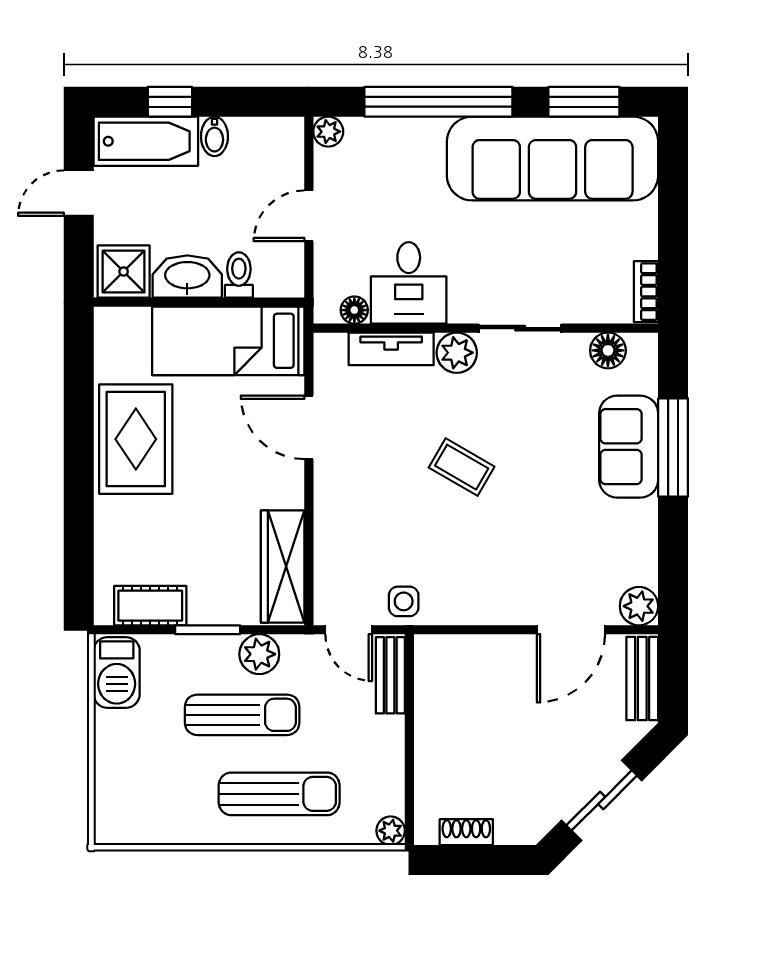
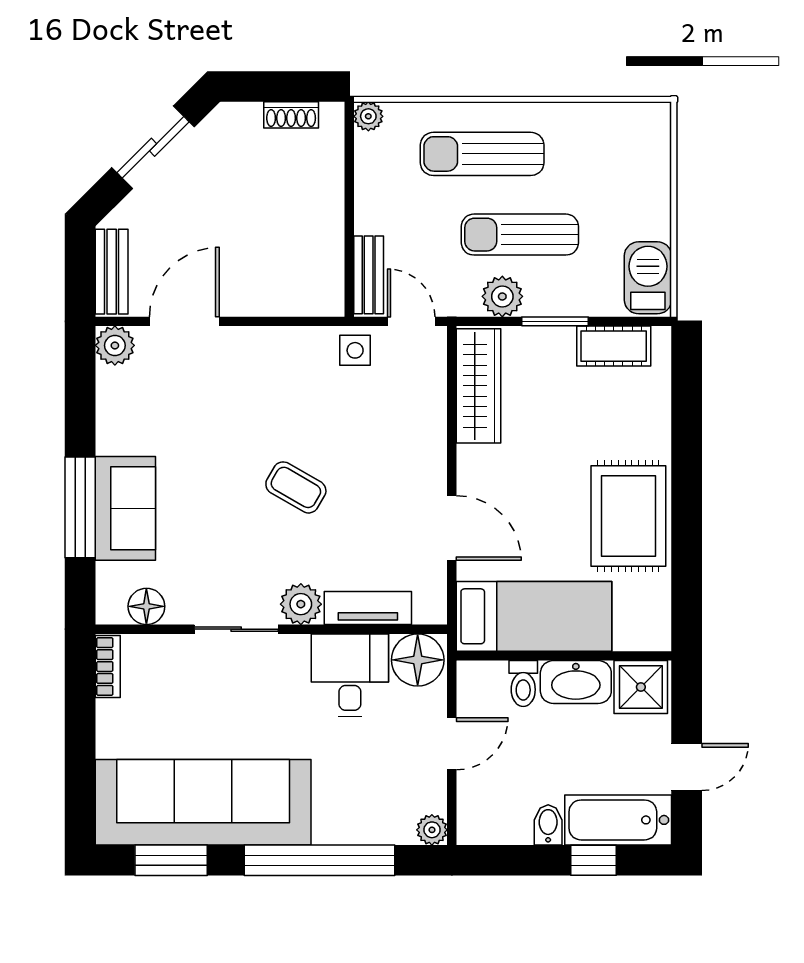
floor lamp: (354, 310) -> (418, 660), width x1.89, depth x1.89

